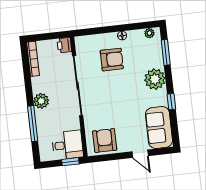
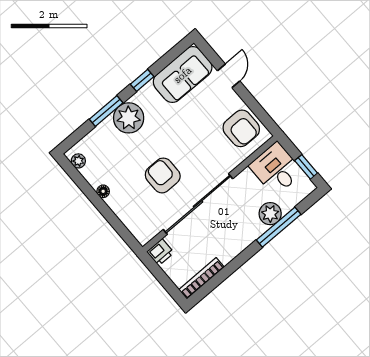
window: (166, 52) -> (106, 111), moved
armchair: (112, 60) -> (163, 175), moved
plant: (41, 101) -> (270, 214), moved
armchair: (105, 141) -> (241, 128), turned -90
window: (70, 162) -> (306, 167), moved

